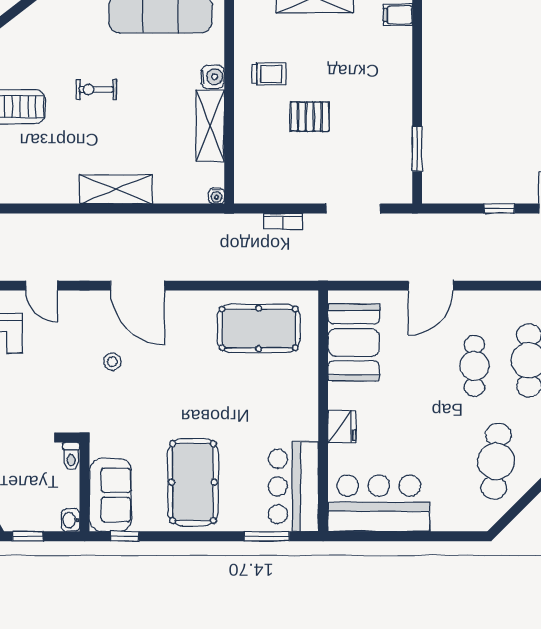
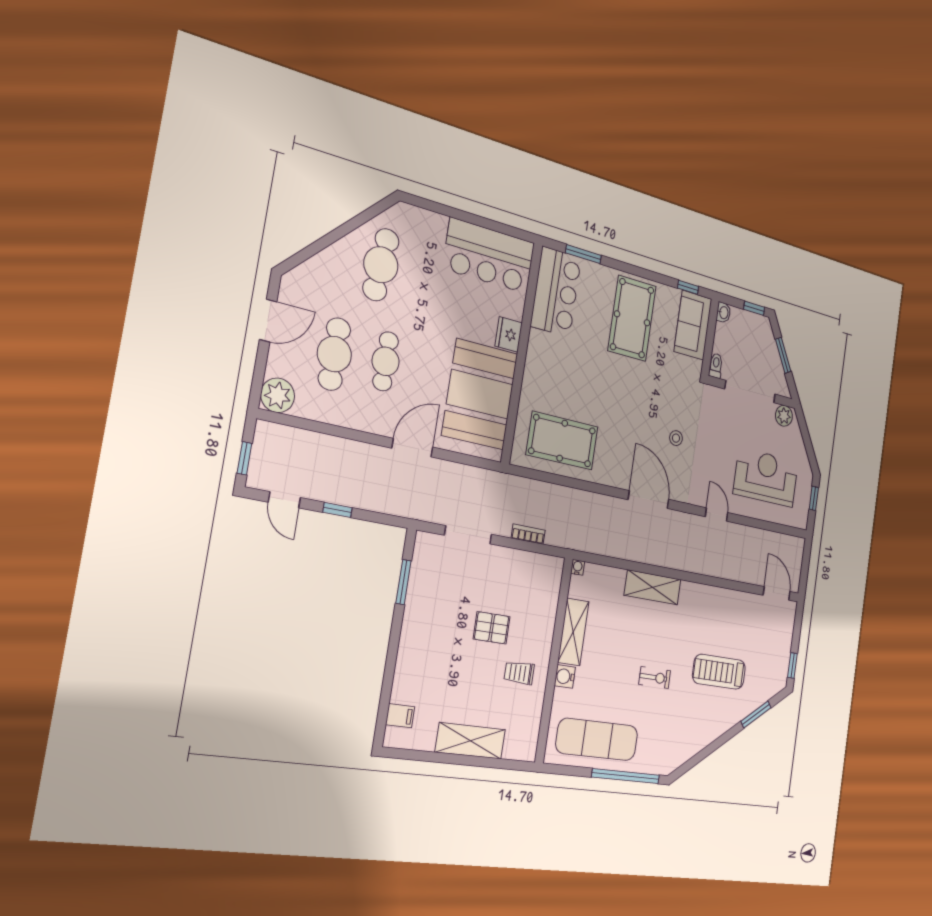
booth: (354, 342) -> (480, 394), width x1.36, depth x1.42

